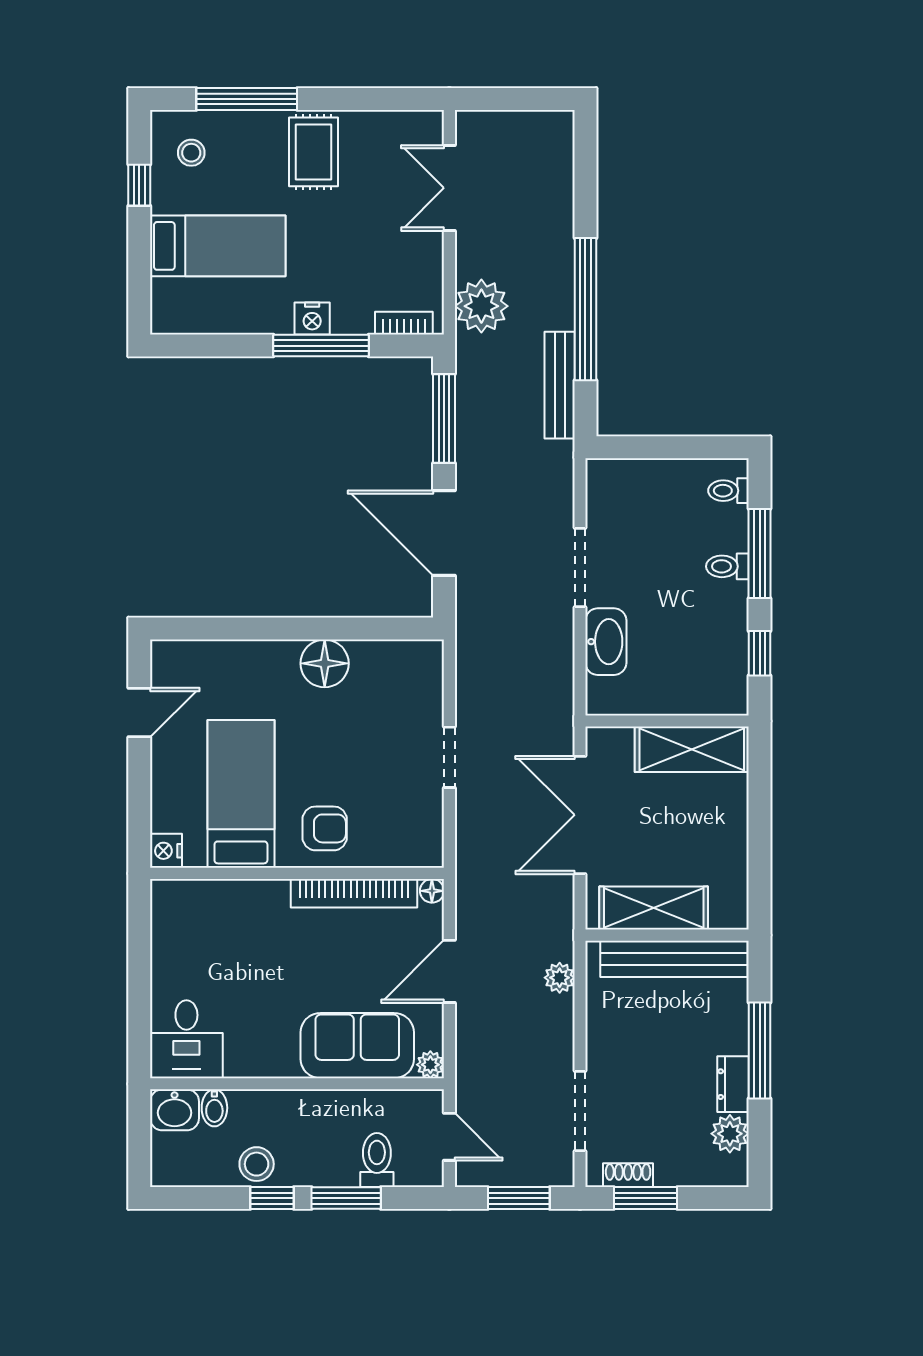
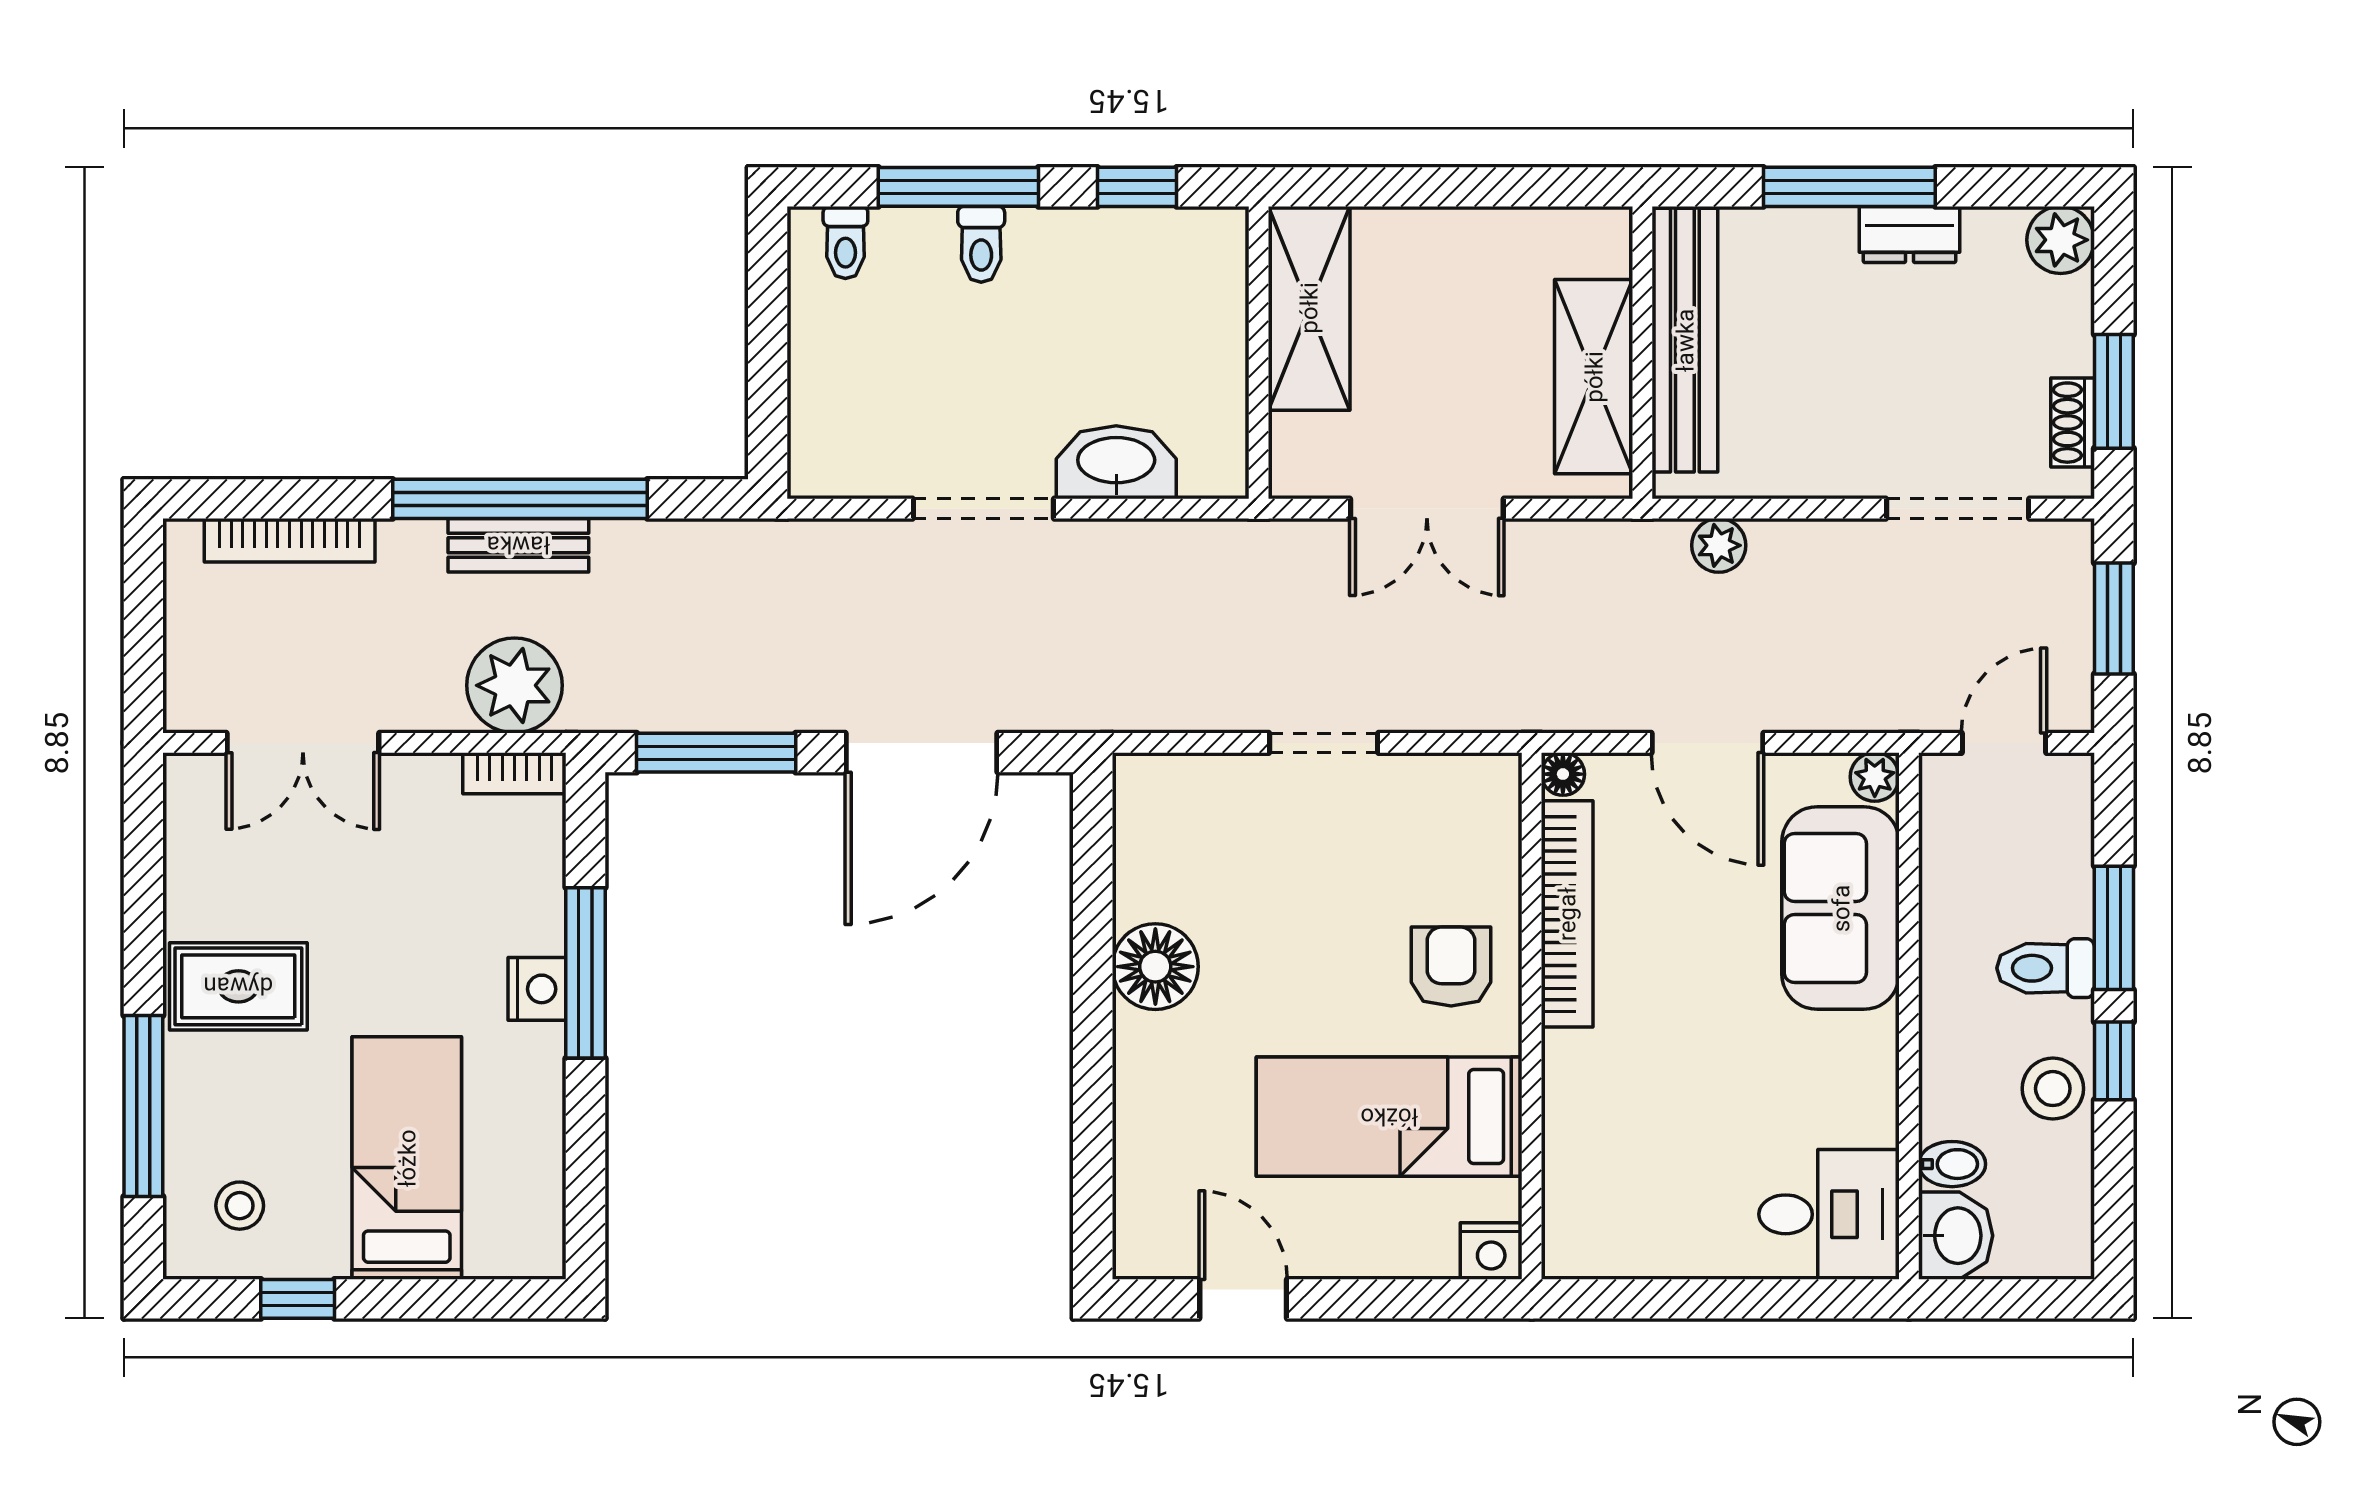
bookcase: (562, 181) -> (290, 540), added
bookcase: (404, 323) -> (514, 773), moved, turned -90
bench: (560, 385) -> (518, 545), moved, width x0.73
double door: (580, 815) -> (1427, 509), width x0.73
plant: (730, 1134) -> (2061, 240), moved
toilet: (377, 1160) -> (2046, 968), moved

